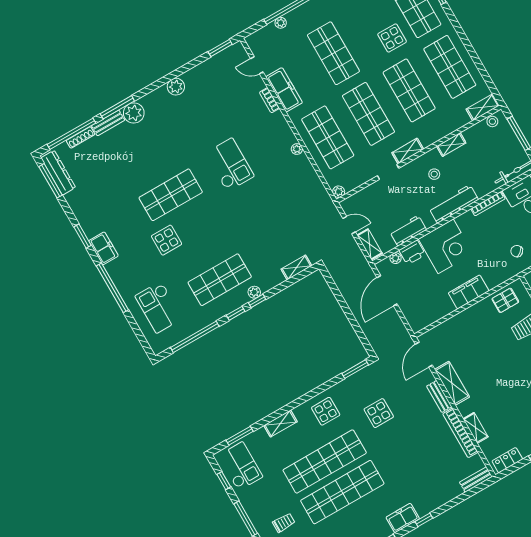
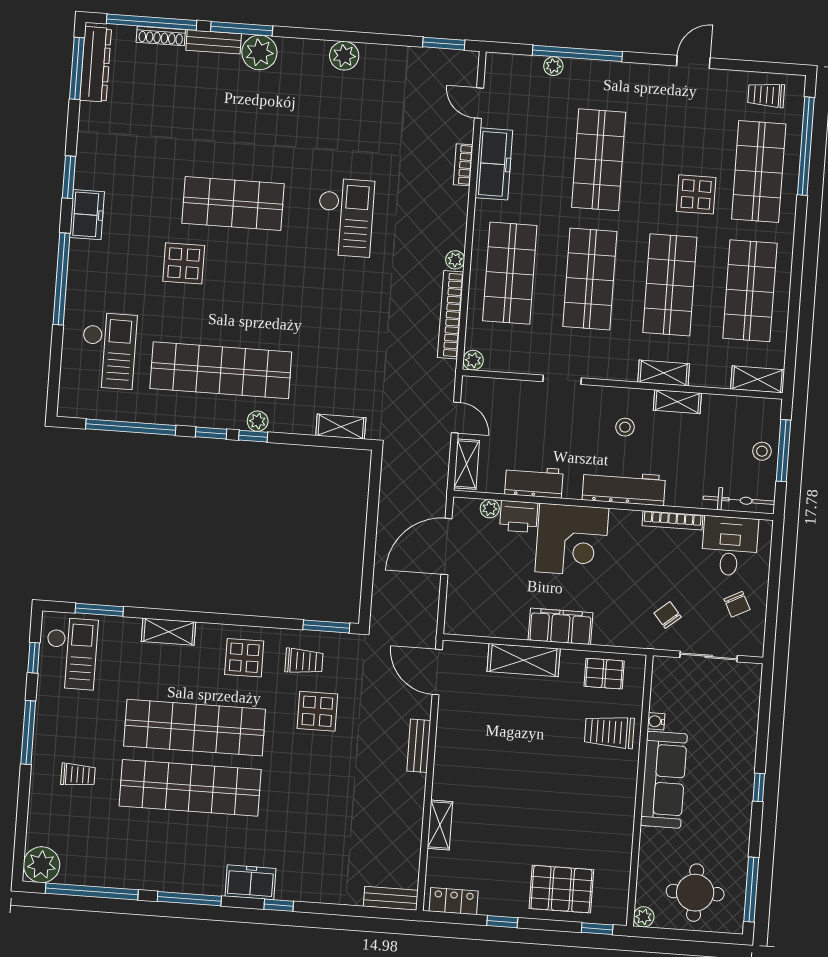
stool: (492, 122) -> (762, 451), moved
shelving: (408, 151) -> (664, 373), moved
shop shelf: (220, 280) -> (221, 370), width x1.40
checkout: (159, 307) -> (108, 351), turned 180
door: (424, 355) -> (437, 672), hinge flipped
shelving: (452, 383) -> (524, 660), moved, turned 90
trolley: (356, 393) -> (304, 661), added
bookcase: (460, 433) -> (450, 315), moved

